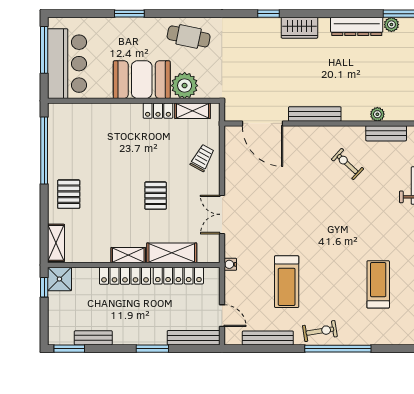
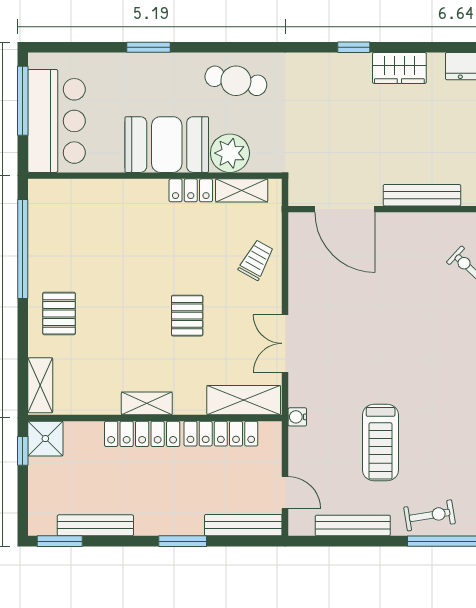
shelving: (172, 253) -> (244, 400), moved
bench: (93, 338) -> (95, 525), width x1.36

